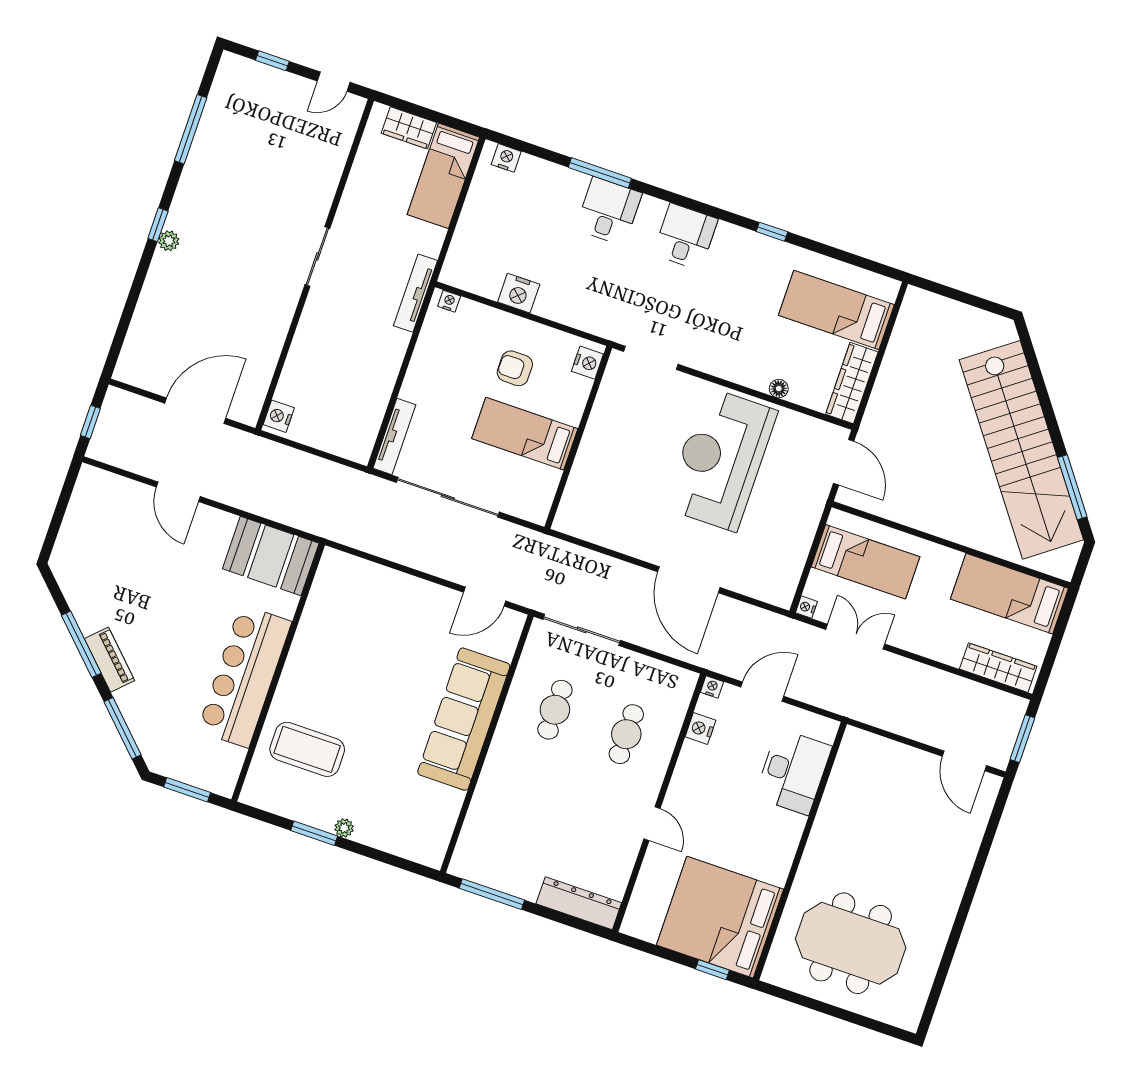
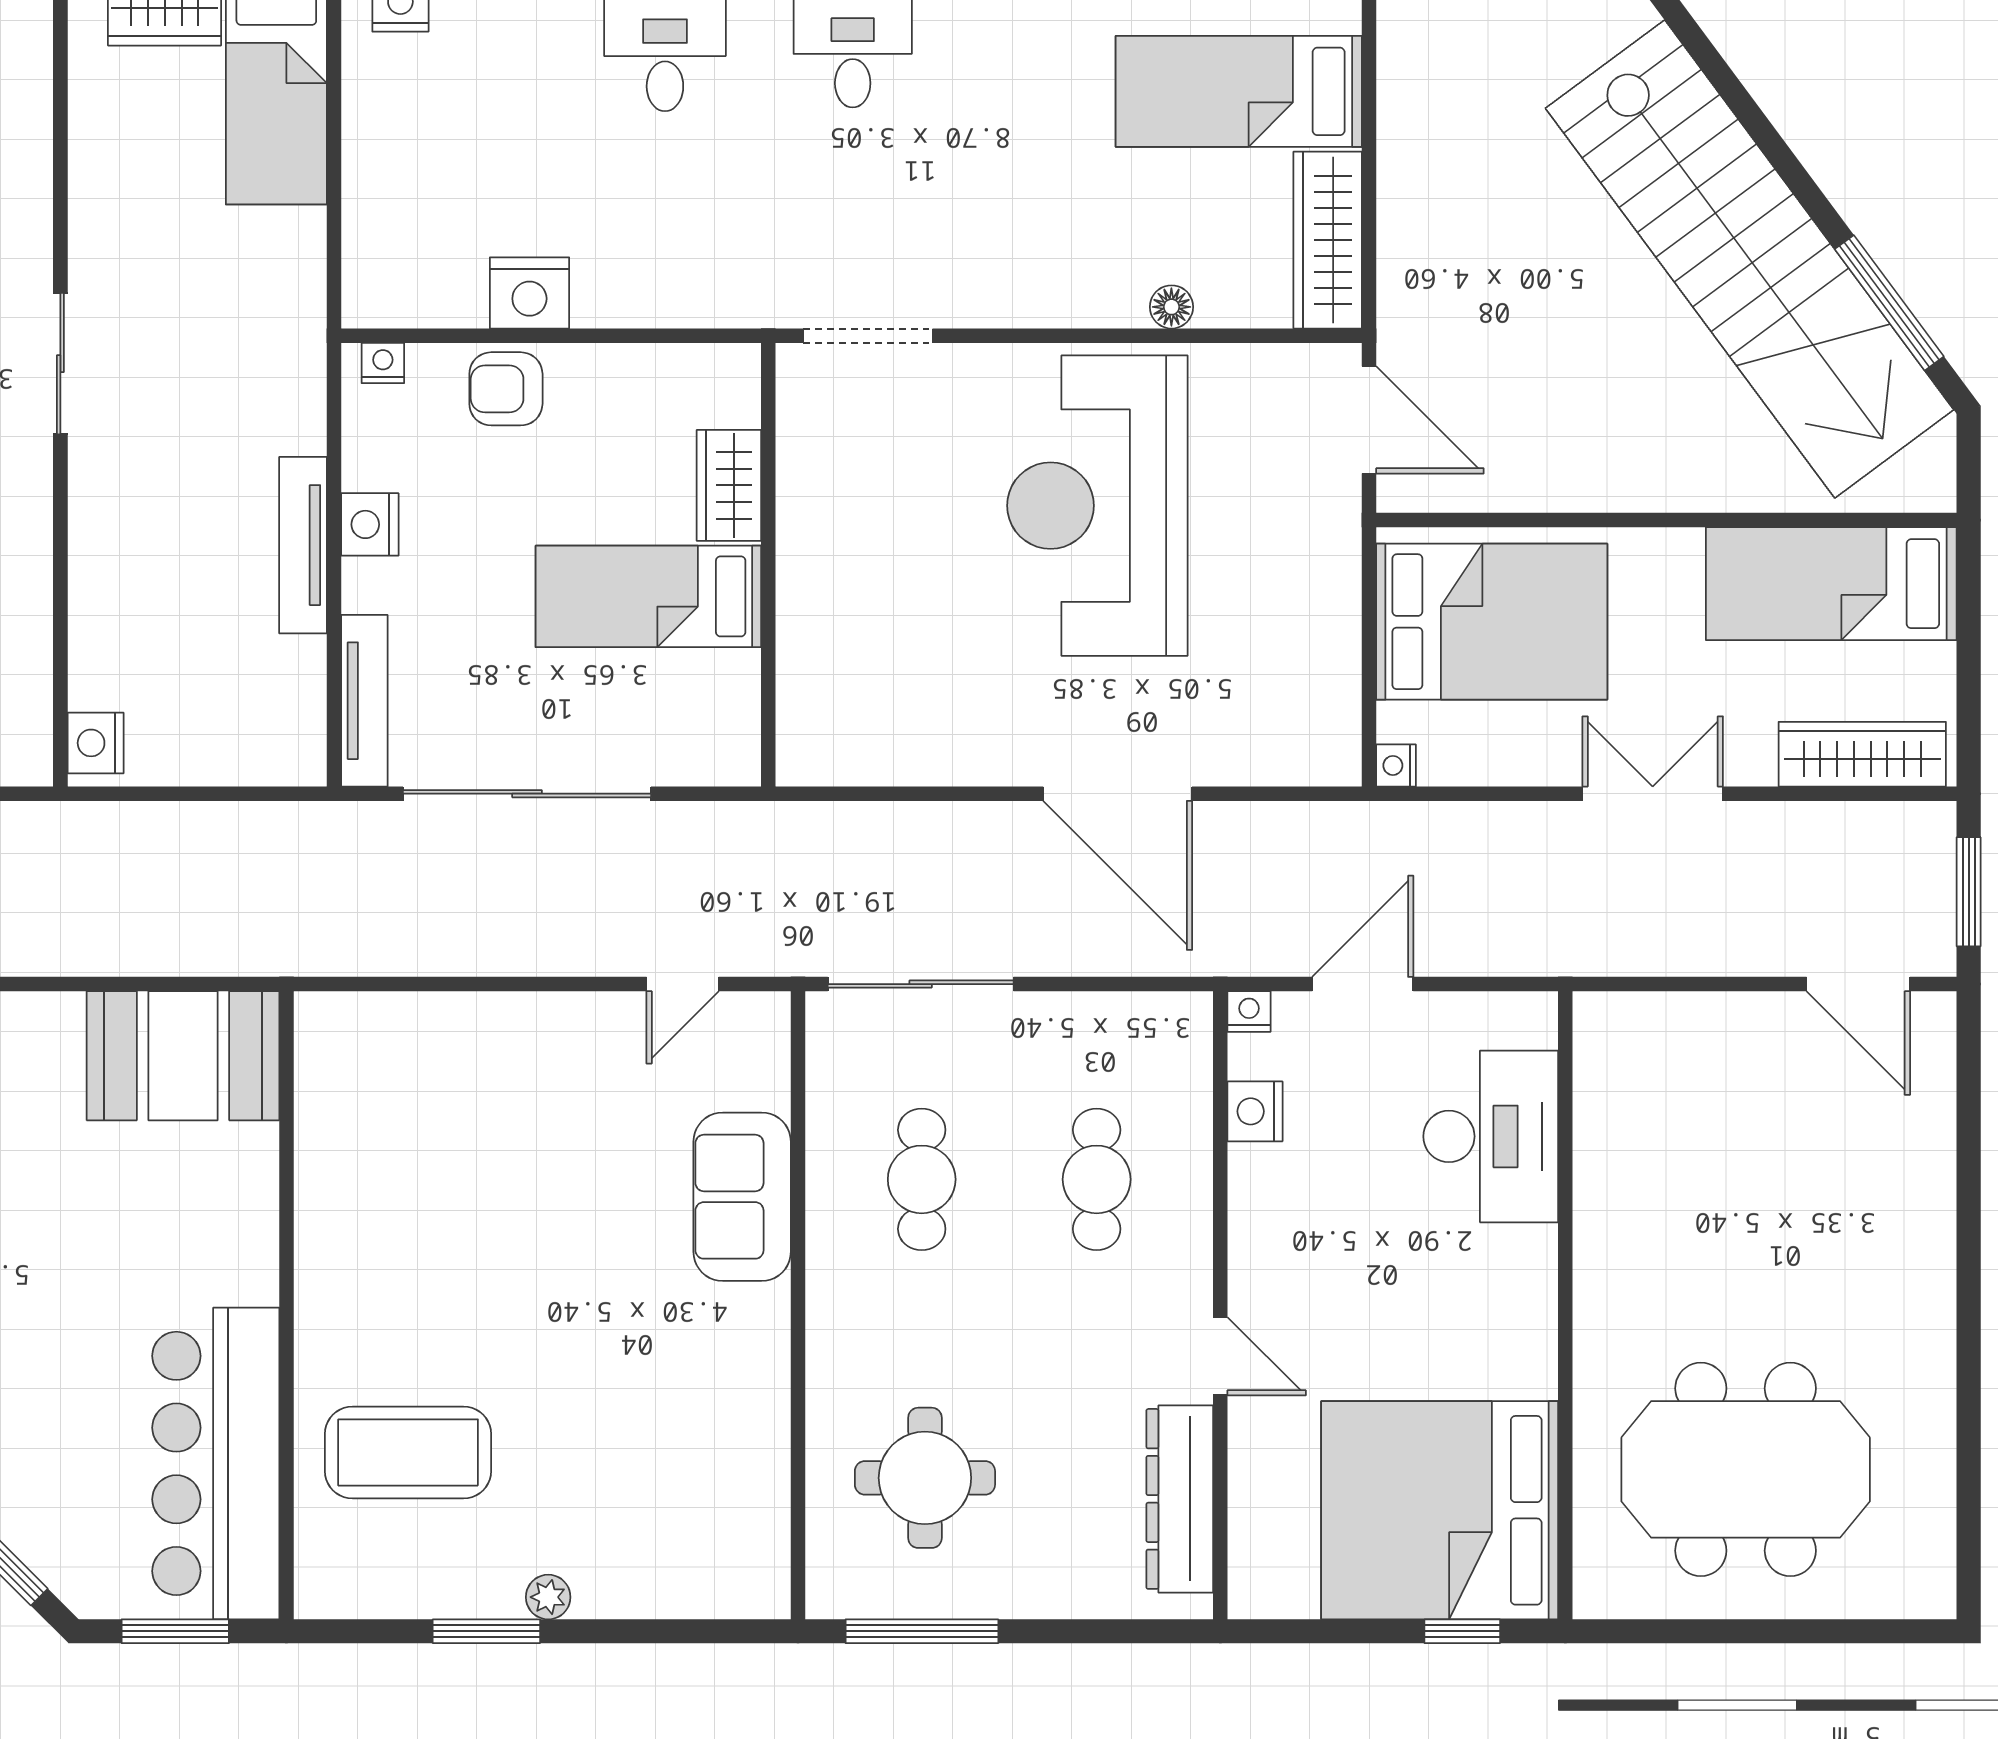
tv unit: (415, 293) -> (303, 545), moved
nightstand: (587, 363) -> (370, 524), moved, turned 180
armchair: (515, 368) -> (506, 389), moved
wardrobe: (573, 400) -> (729, 485), added
bed: (865, 562) -> (1492, 622), width x1.50
door: (485, 597) -> (683, 984), width x0.73
double door: (855, 637) -> (1653, 794), moved
bar counter: (245, 676) -> (216, 1463), moved
sofa: (464, 719) -> (742, 1197), width x0.54, depth x0.79
round table: (515, 832) -> (925, 1478), added
dresser: (579, 903) -> (1180, 1499), moved, turned -90

